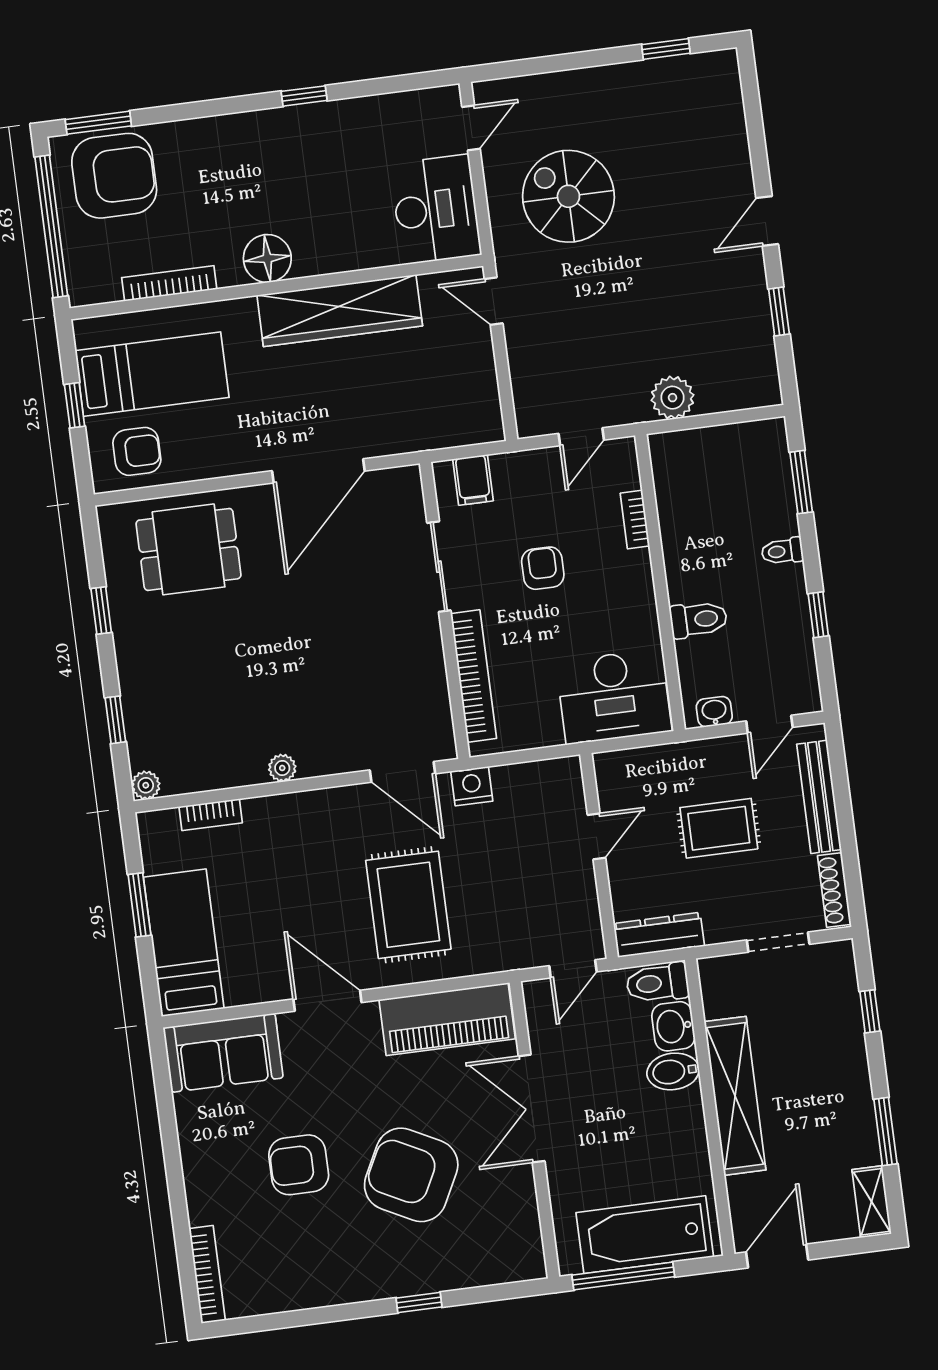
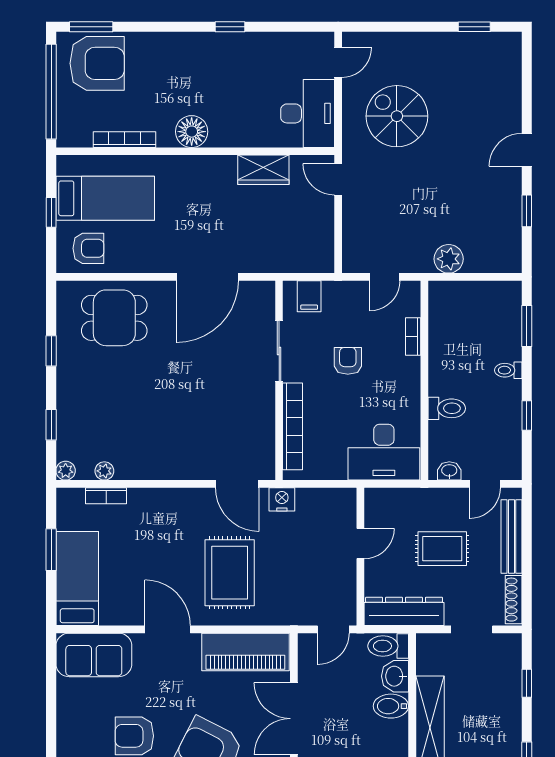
wardrobe: (340, 311) -> (263, 170), width x0.48, depth x0.85
plant: (282, 768) -> (104, 471), moved
dresser: (659, 935) -> (404, 611), width x1.37, depth x1.24

